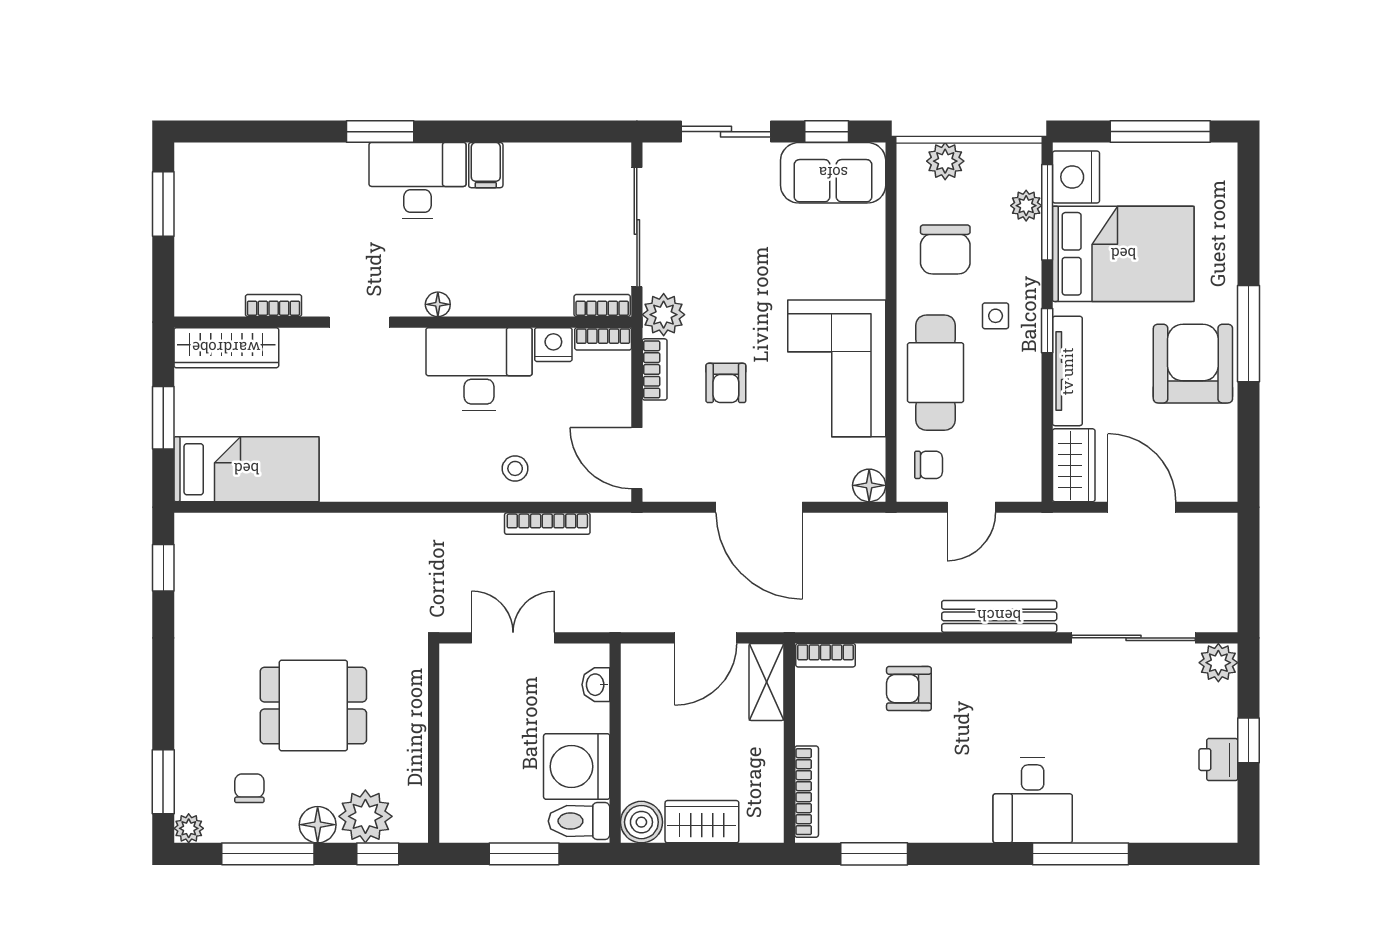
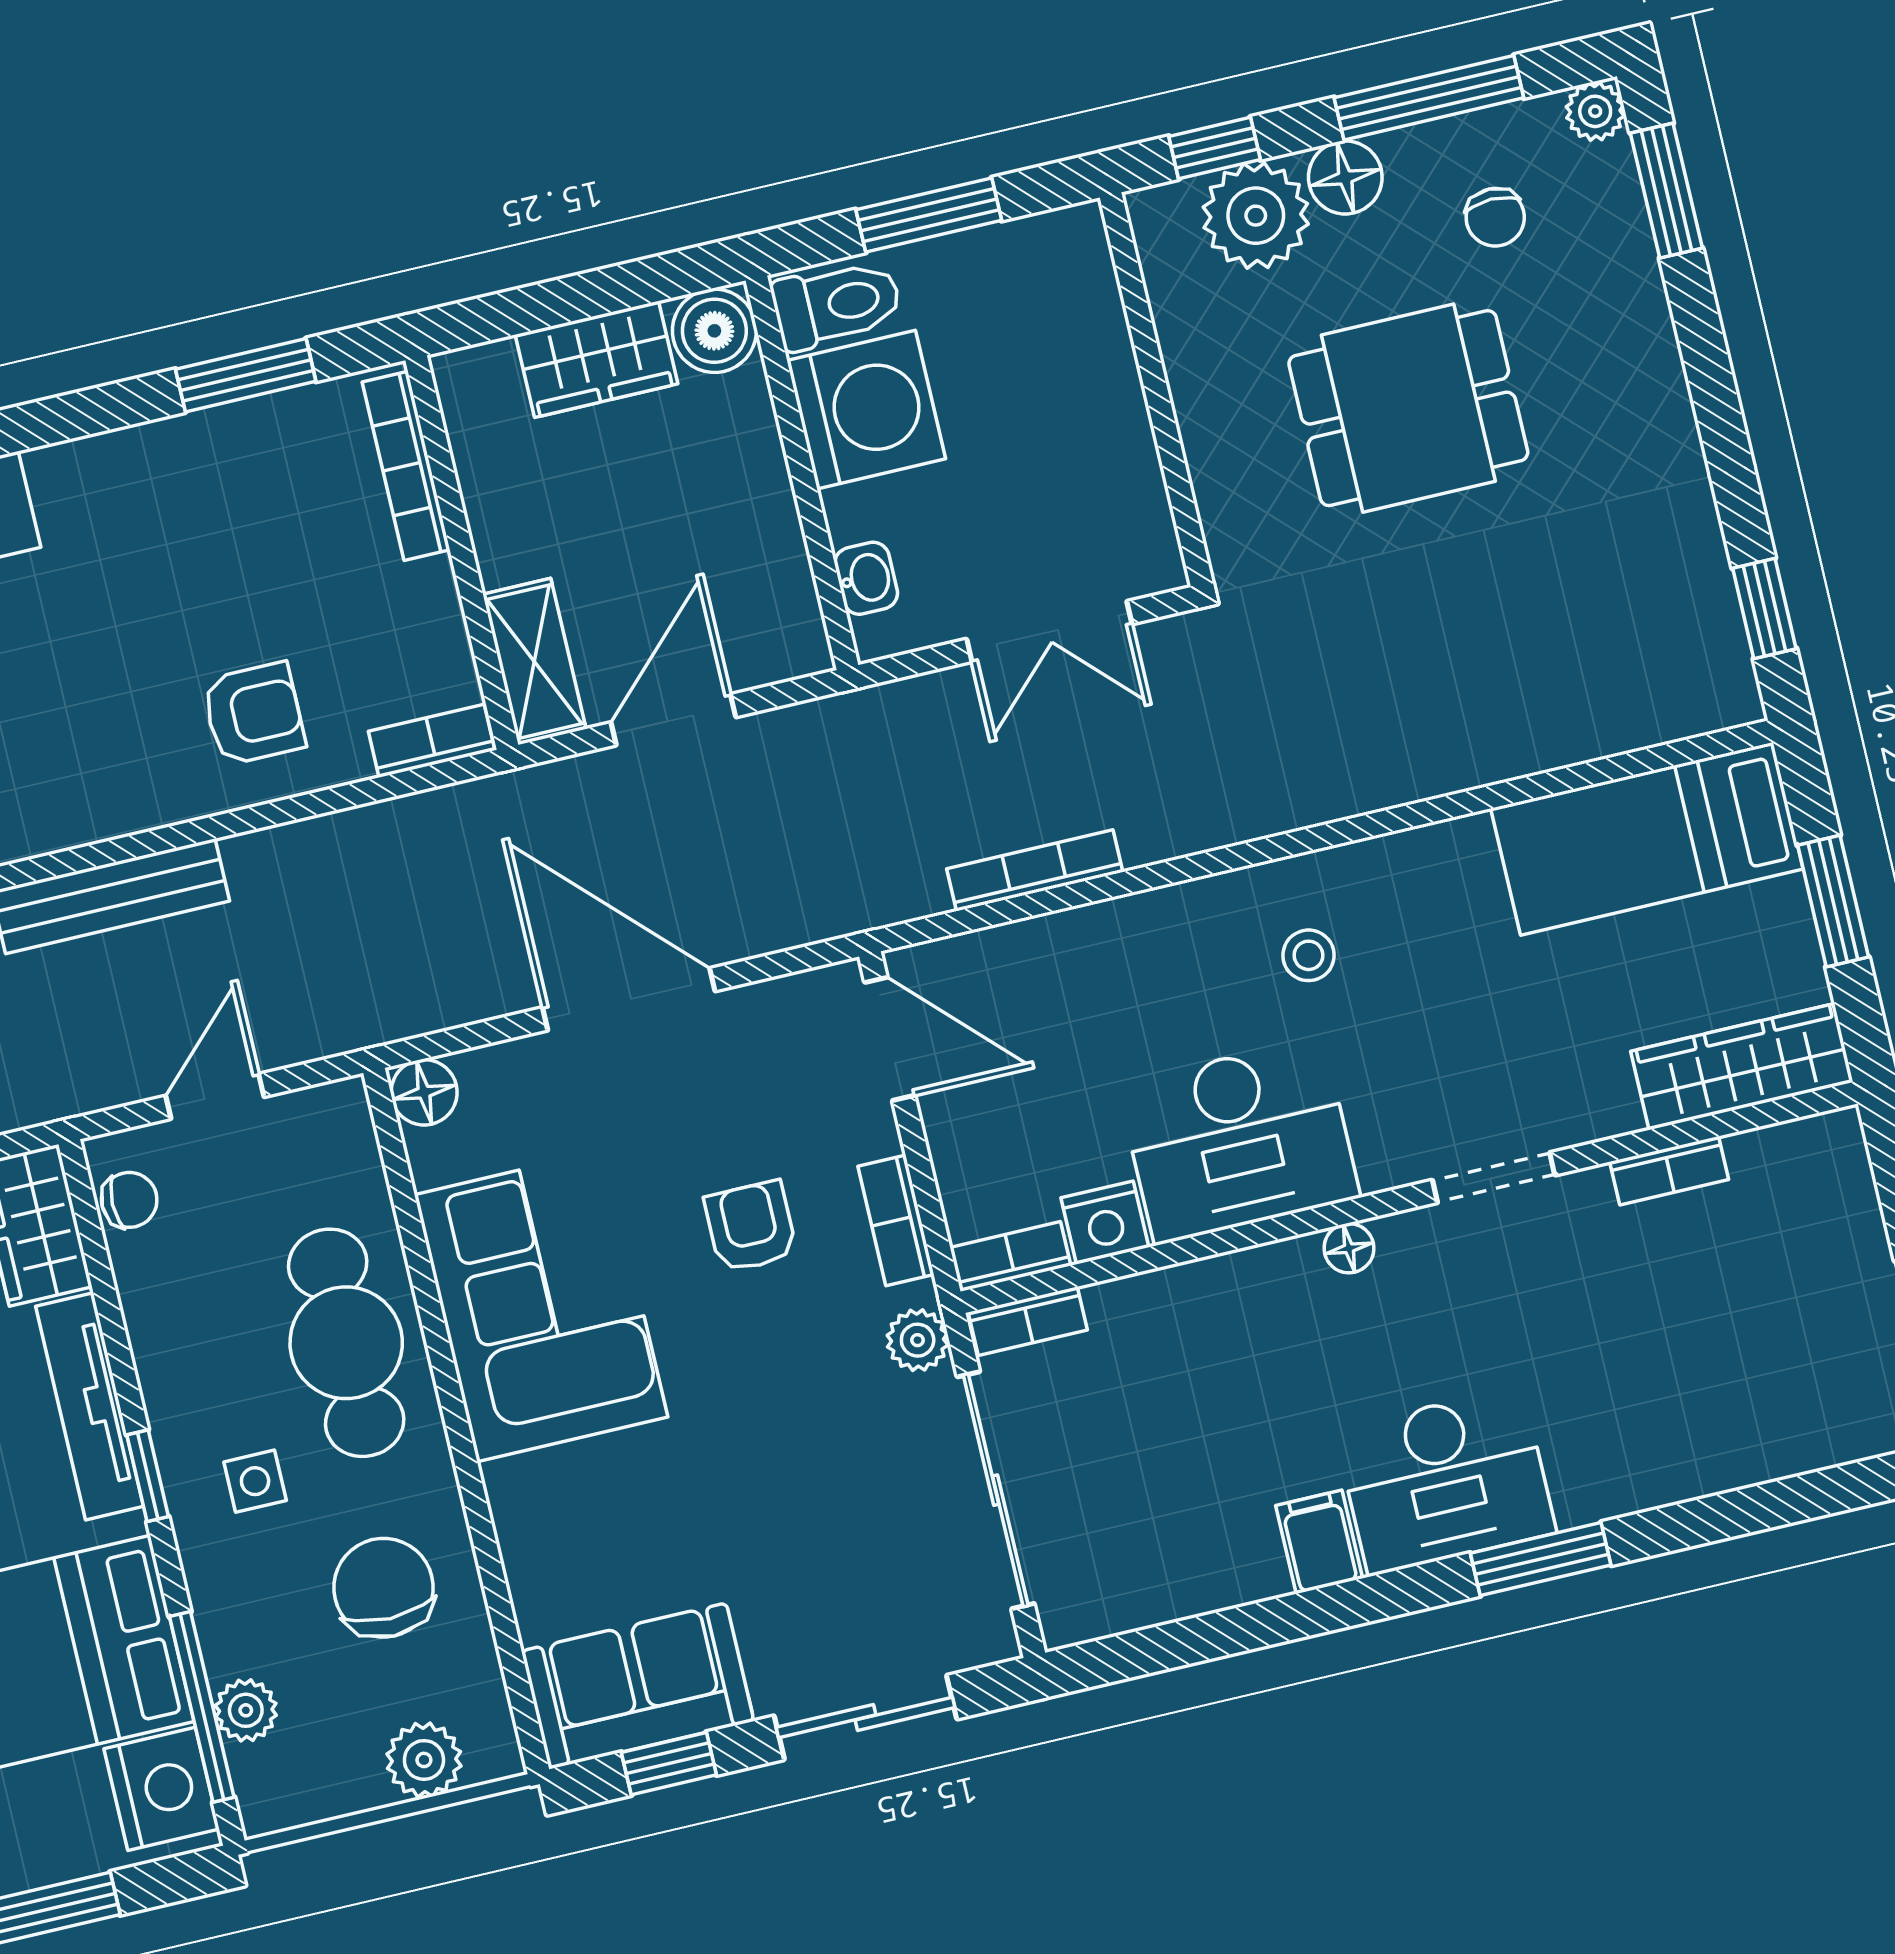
plant: (664, 315) -> (918, 1340), width x0.73, depth x0.73
chair: (929, 465) -> (129, 1200), moved, turned 180
stool: (515, 468) -> (1308, 955), moved

